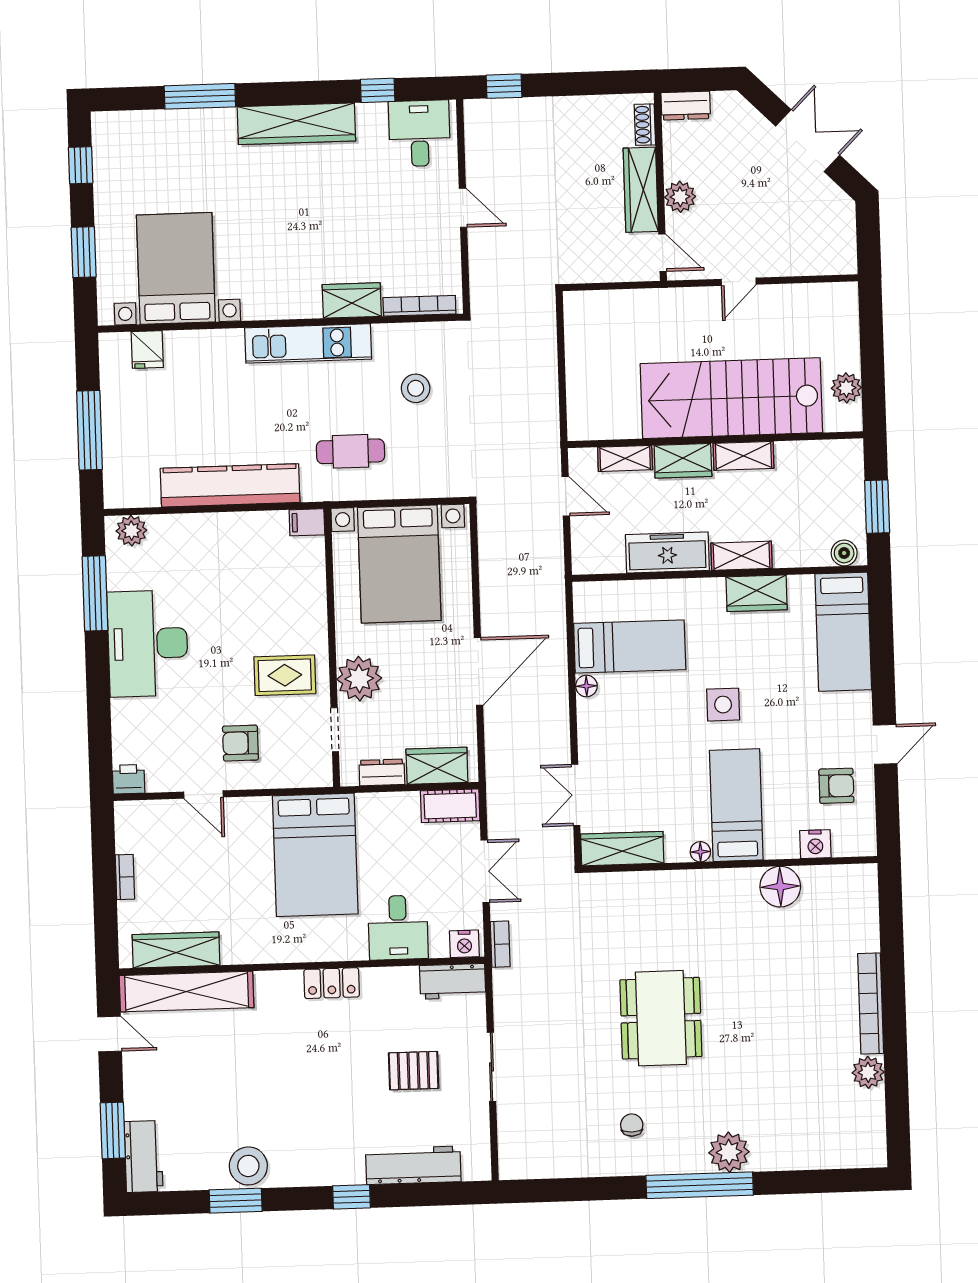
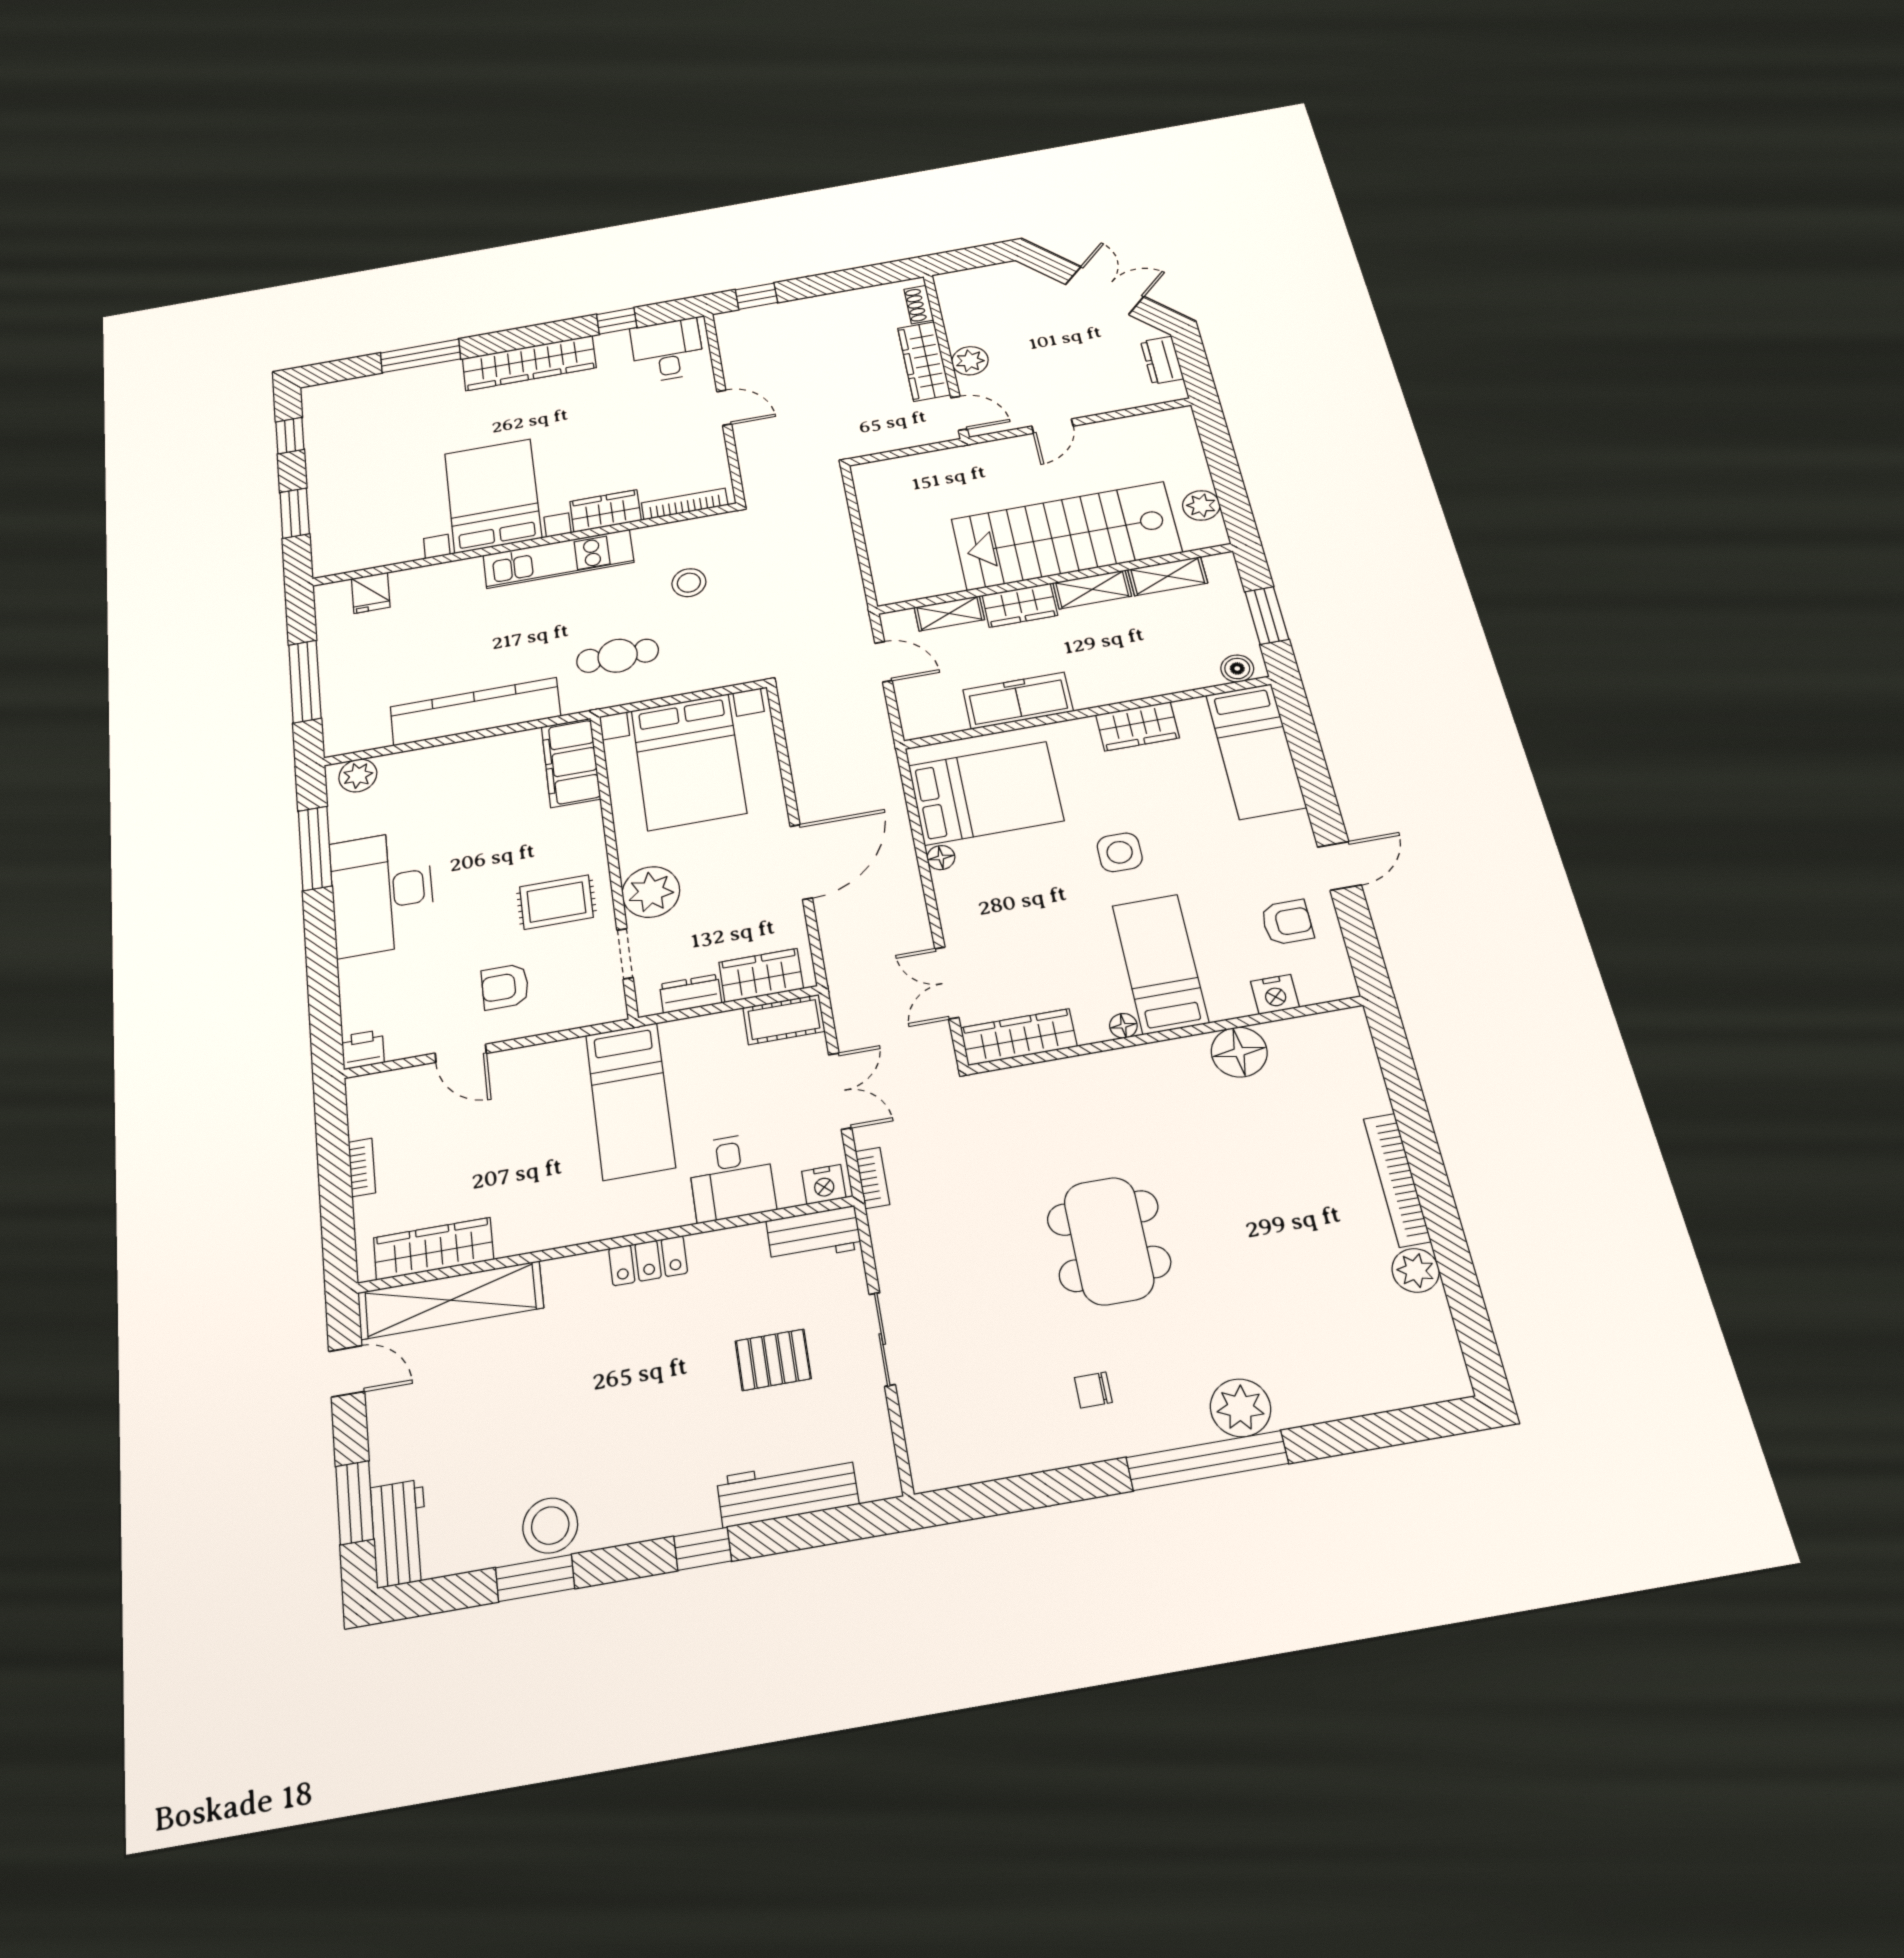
dresser: (686, 106) -> (1162, 360), moved, turned 90
bed with nightstands: (176, 268) -> (493, 496), moved
filing cabinet: (307, 522) -> (571, 763), width x3.00, depth x1.17
shelving: (741, 556) -> (1168, 576), moved
bed: (630, 647) -> (986, 793), width x1.50
bed: (315, 855) -> (630, 1101), width x0.67
chair: (632, 1125) -> (1093, 1390), turned -90

